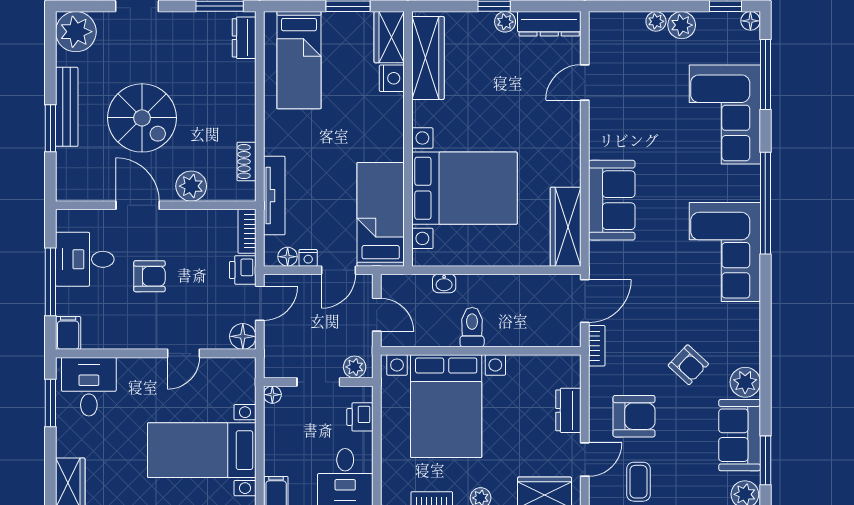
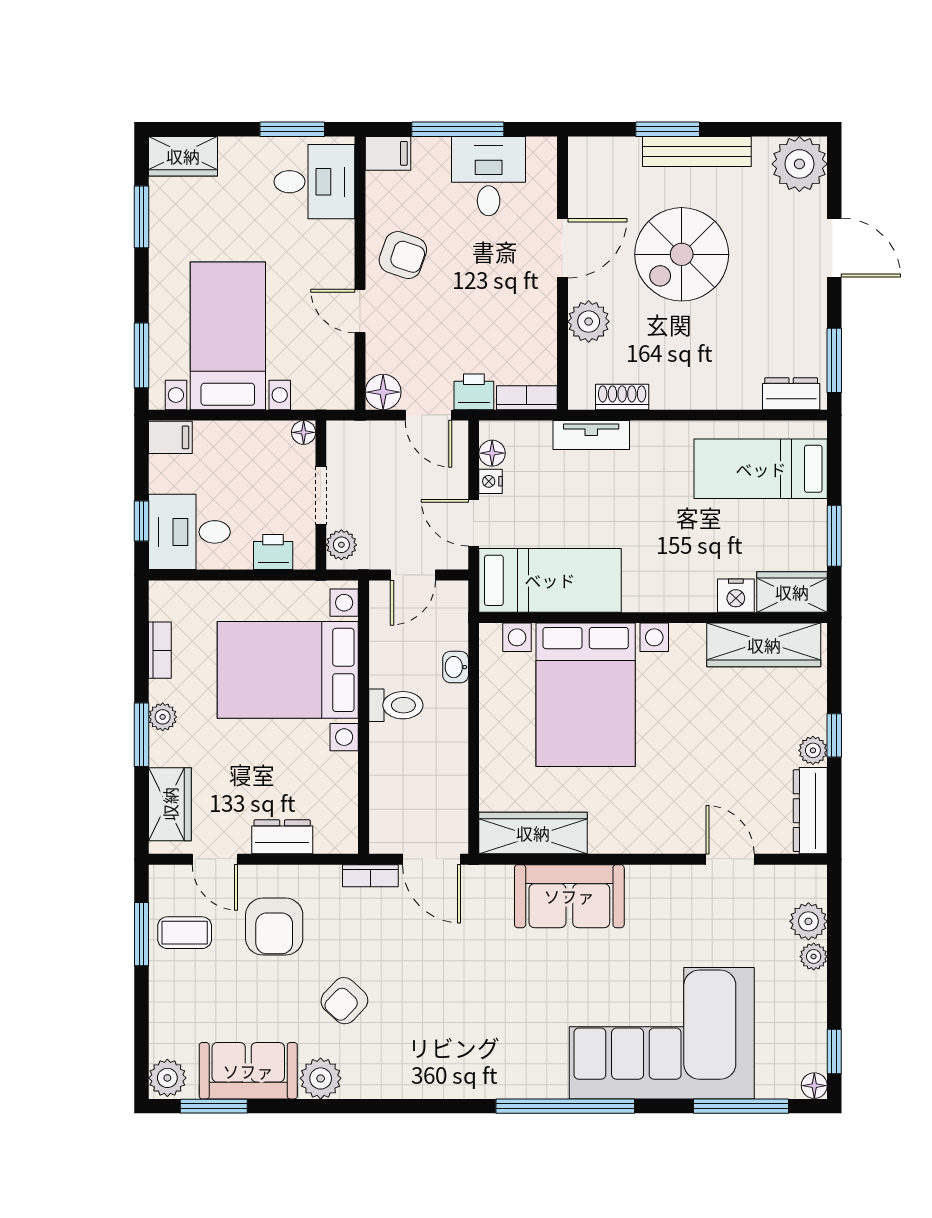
plant: (682, 25) -> (808, 921), moved
corner sofa: (725, 115) -> (662, 1033), width x1.36, depth x1.36
tv unit: (274, 196) -> (591, 435), width x0.71
corner sofa: (725, 252) -> (499, 1051), removed
armchair: (149, 276) -> (403, 255), moved, turned -71

